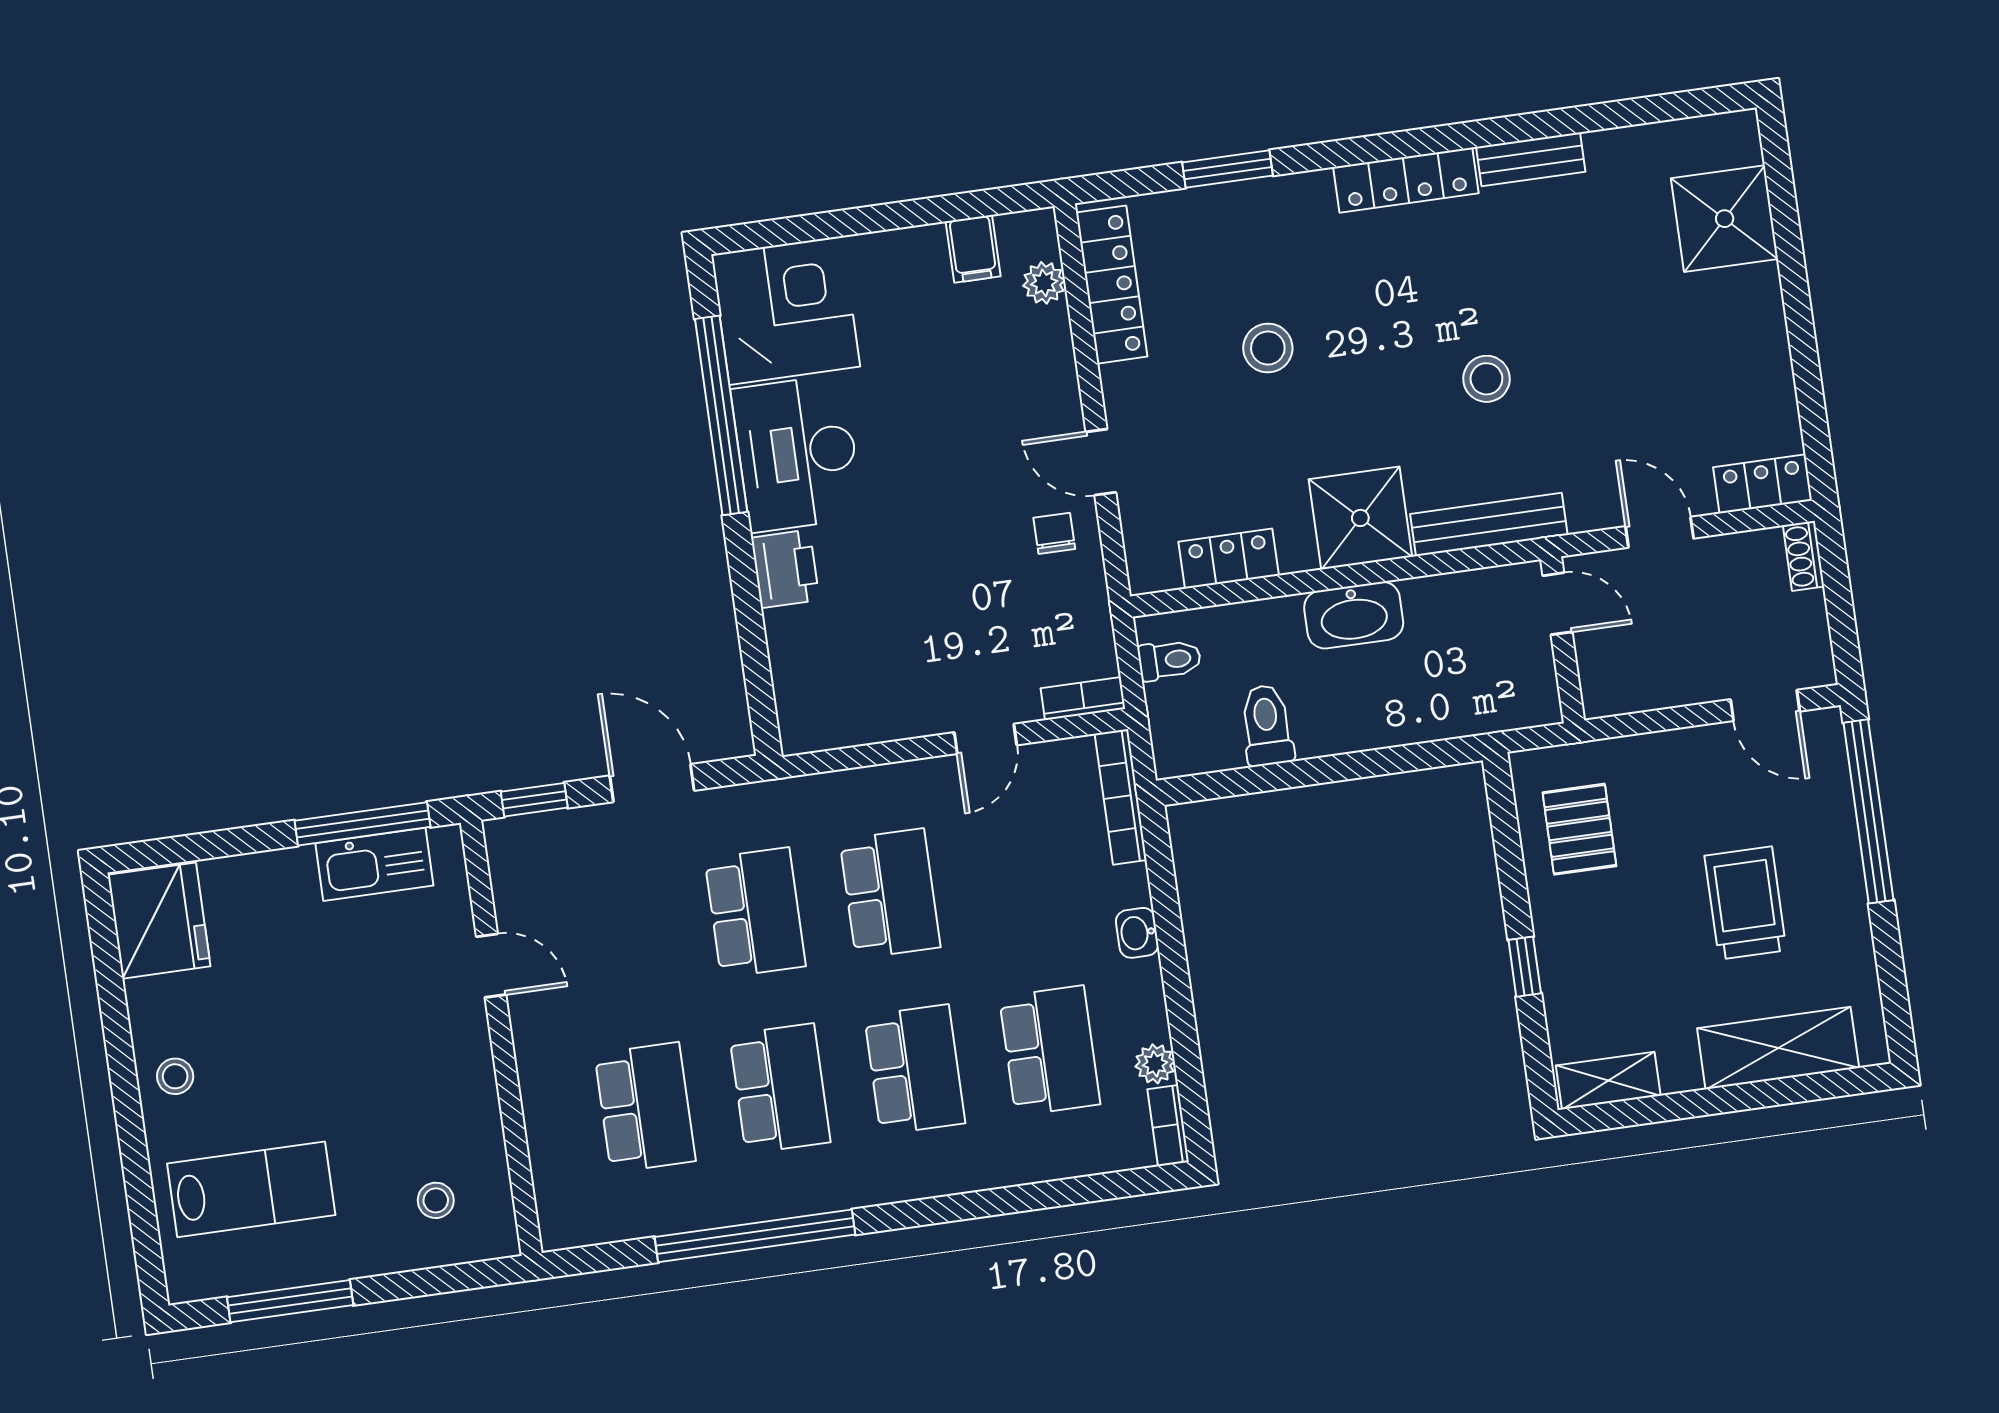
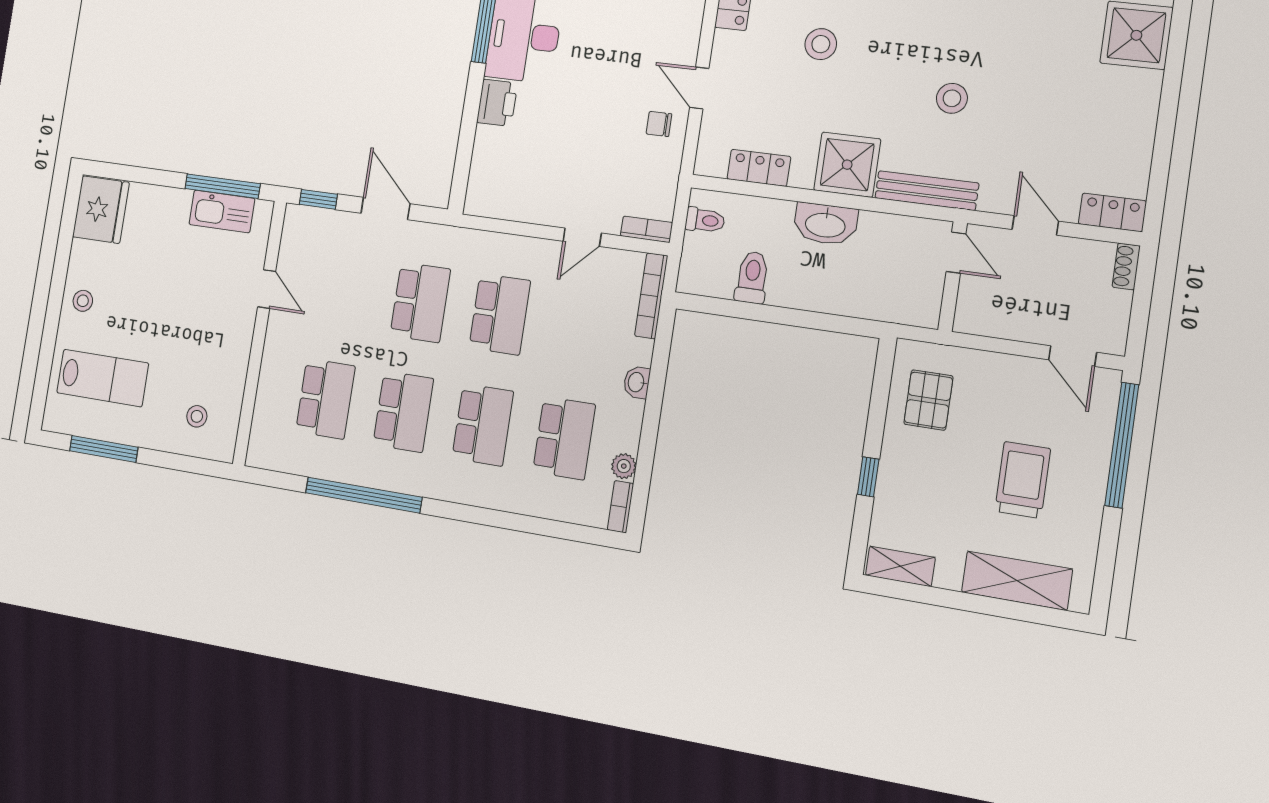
chair: (1054, 533) -> (659, 124), turned -90

